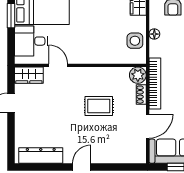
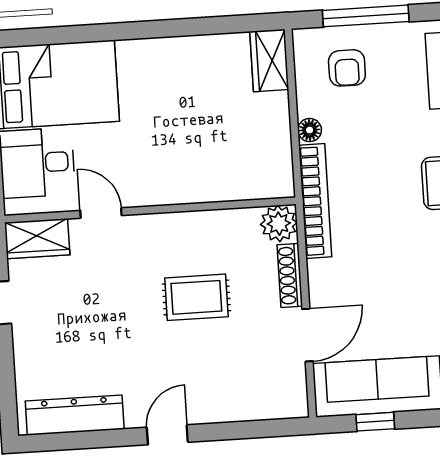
side table: (135, 41) -> (267, 148), removed
bookcase: (155, 84) -> (315, 201), moved
shoe rack: (141, 95) -> (290, 275), width x1.43

